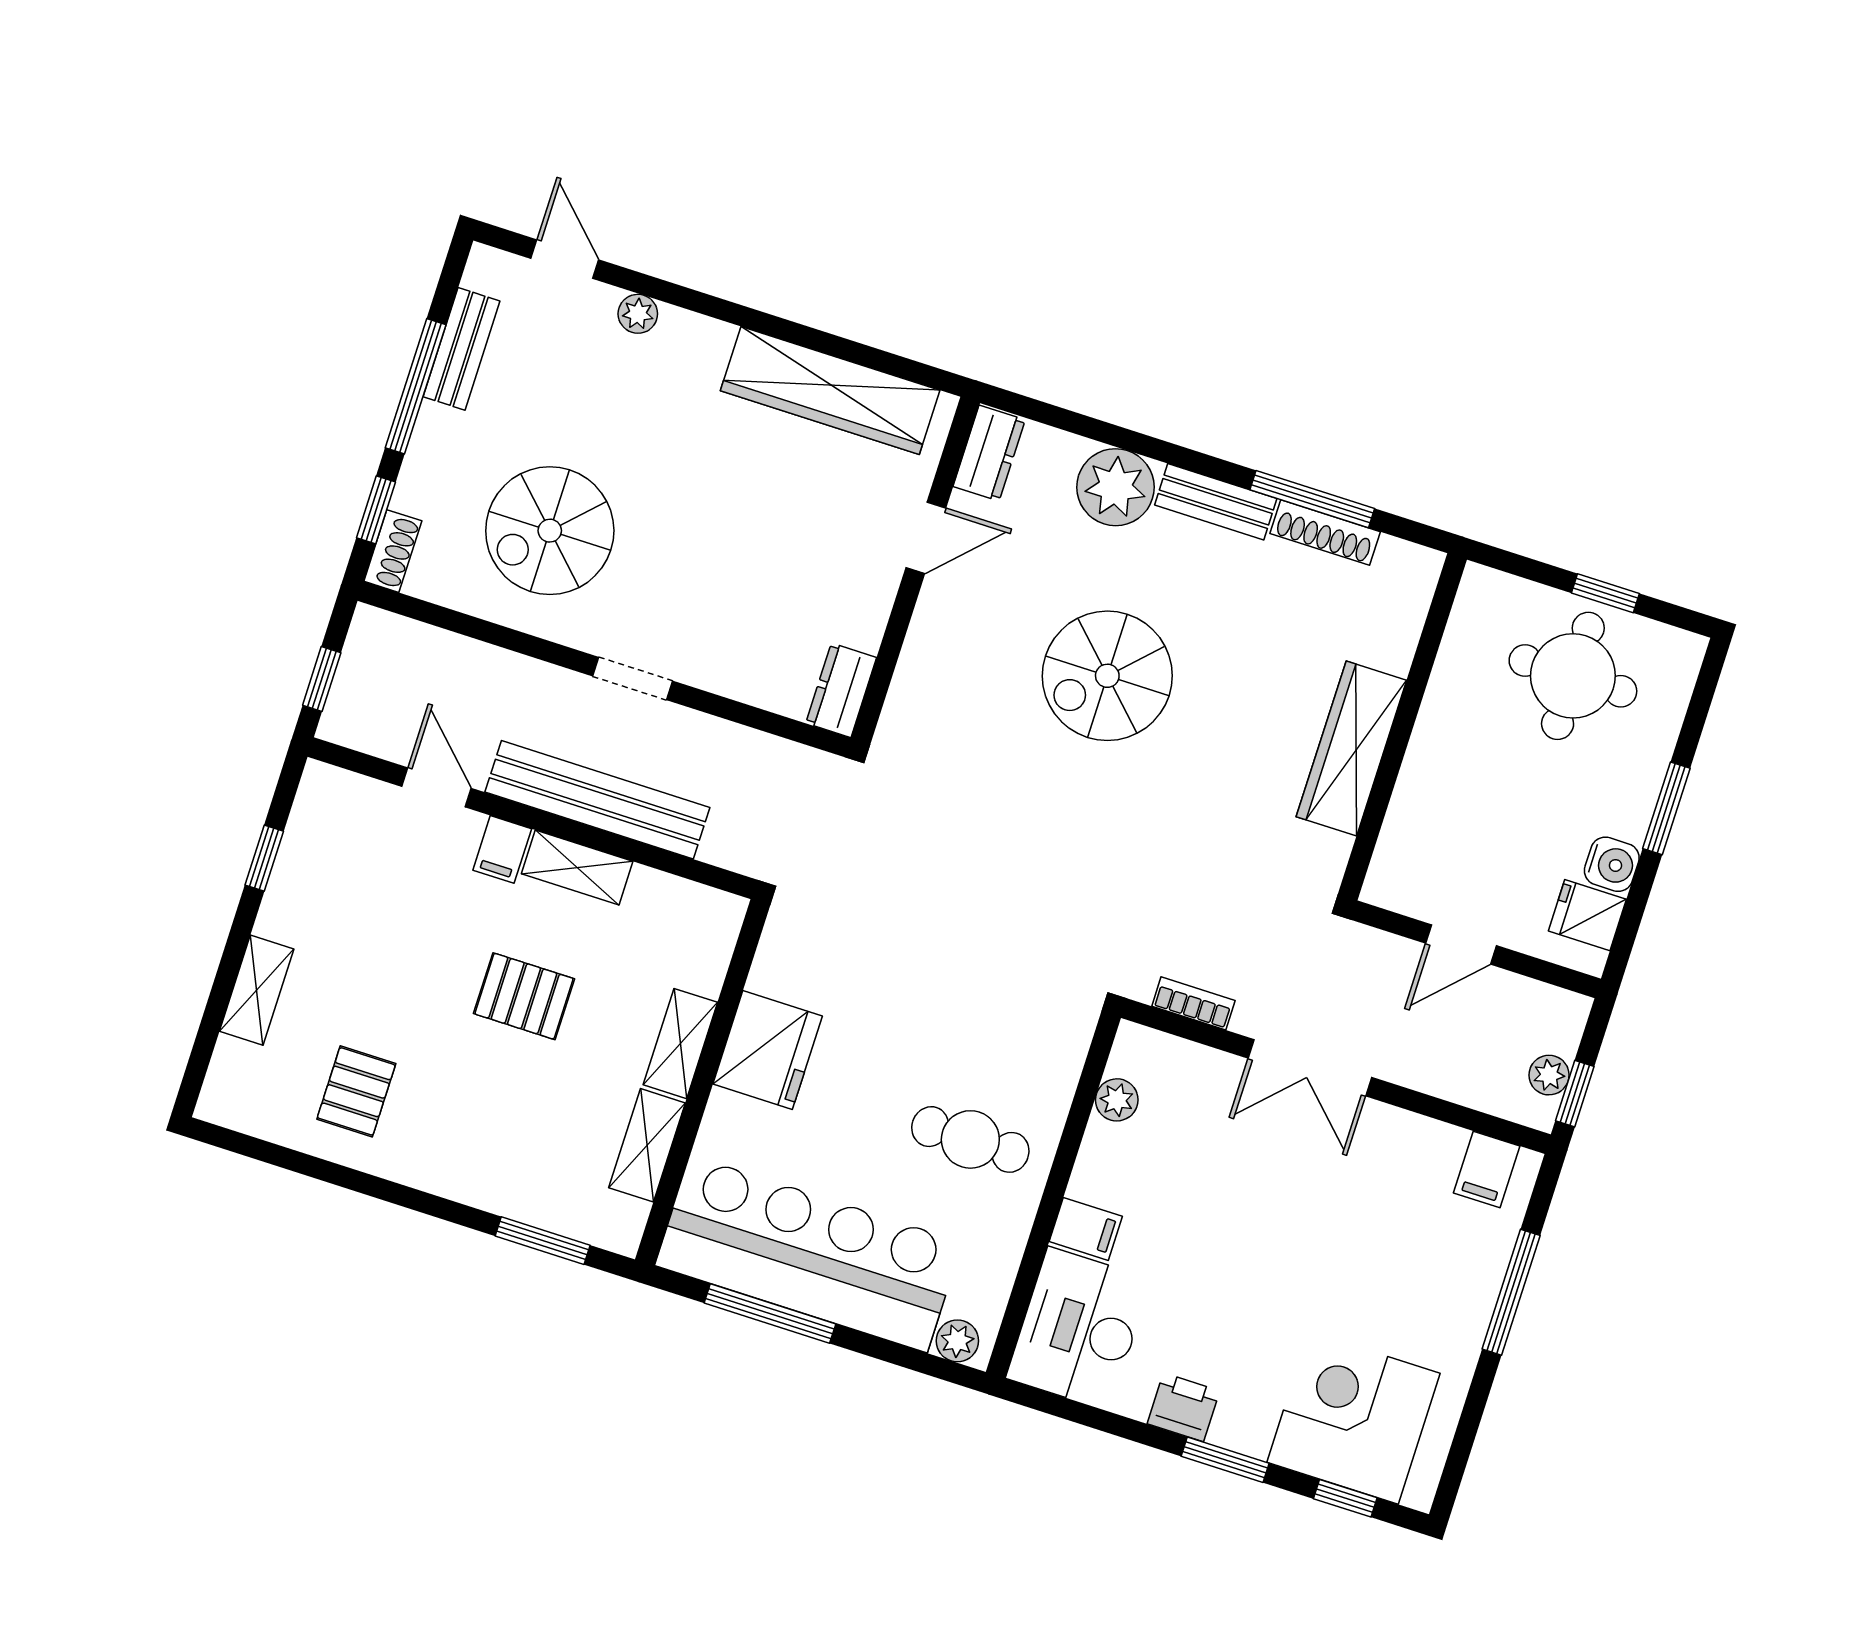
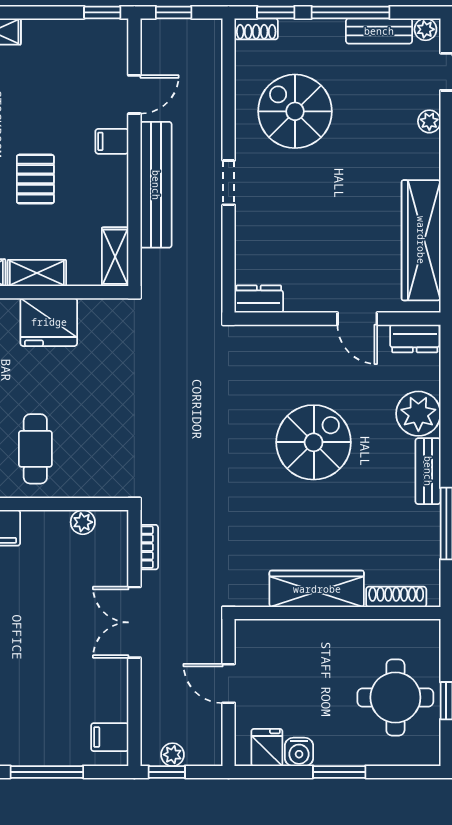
plant: (483, 271) -> (425, 29), added
shoe rack: (1325, 533) -> (396, 597), moved, turned 90
spiral stairs: (1107, 676) -> (314, 442), turned 90
window: (264, 858) -> (102, 12), moved
shelving: (577, 868) -> (115, 257), moved

